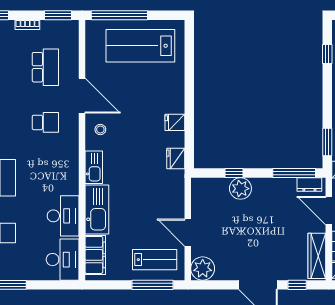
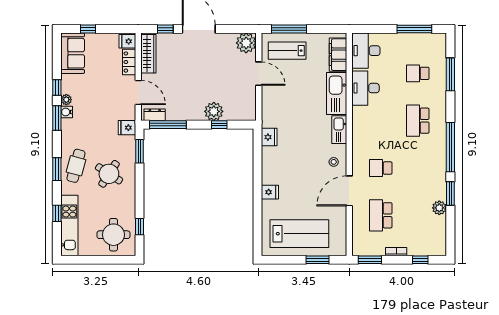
window: (119, 15) -> (317, 260), width x0.47
door: (82, 96) -> (349, 191), hinge flipped
fridge: (175, 122) -> (270, 192), moved

